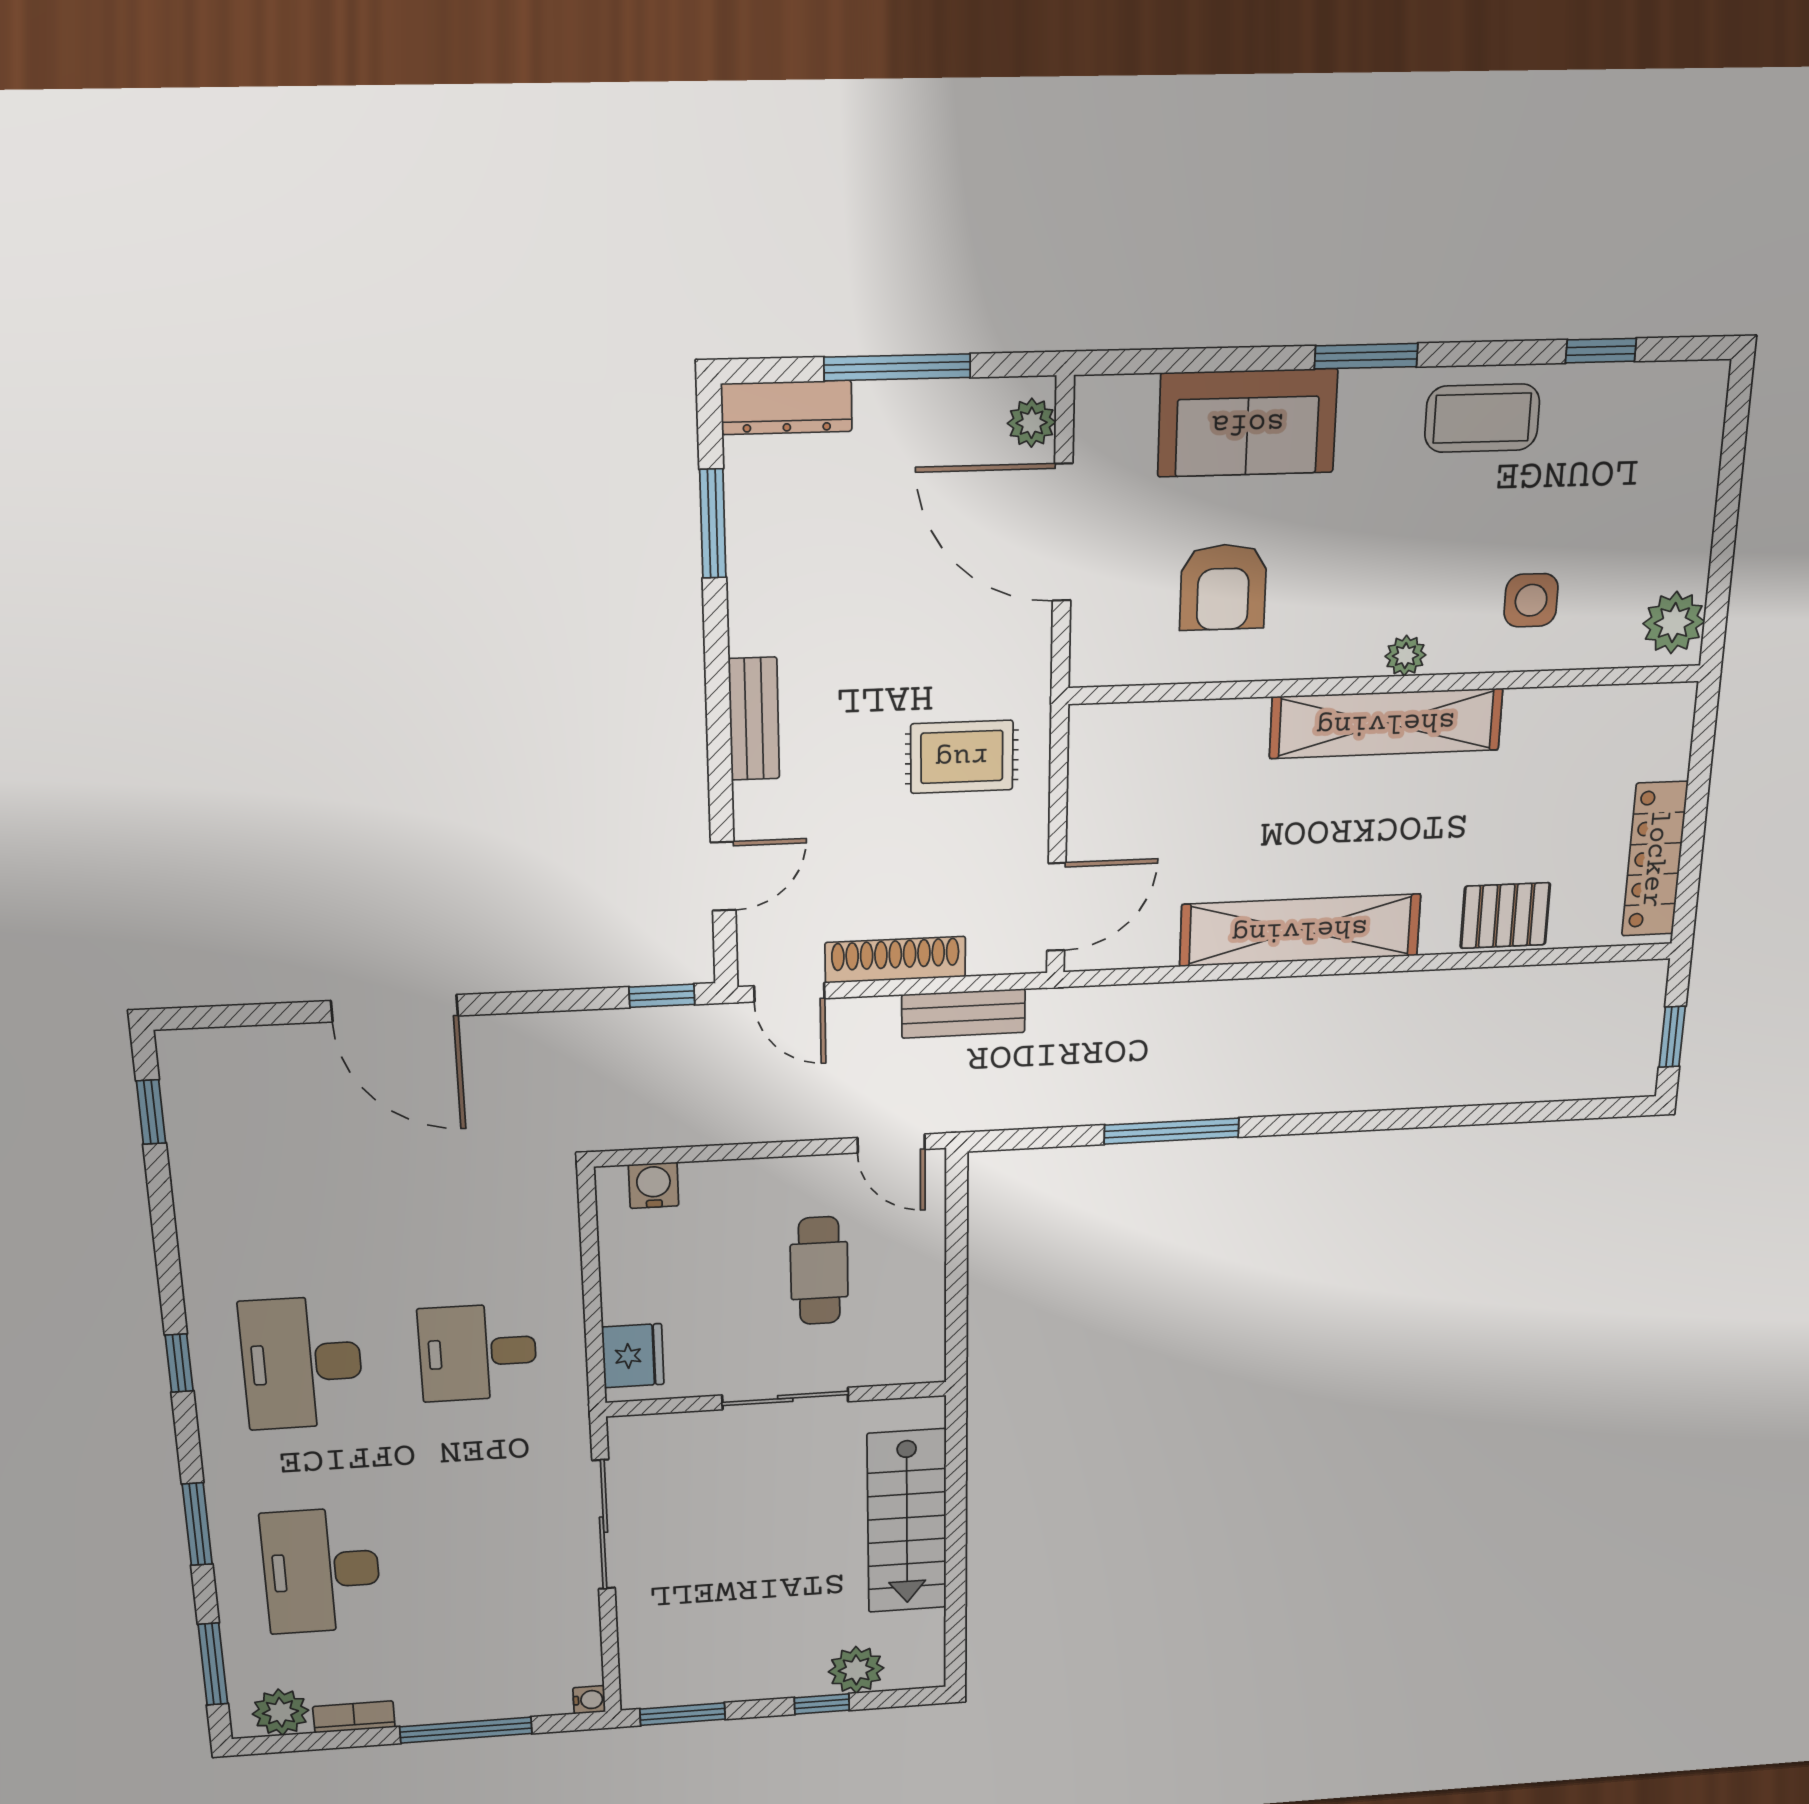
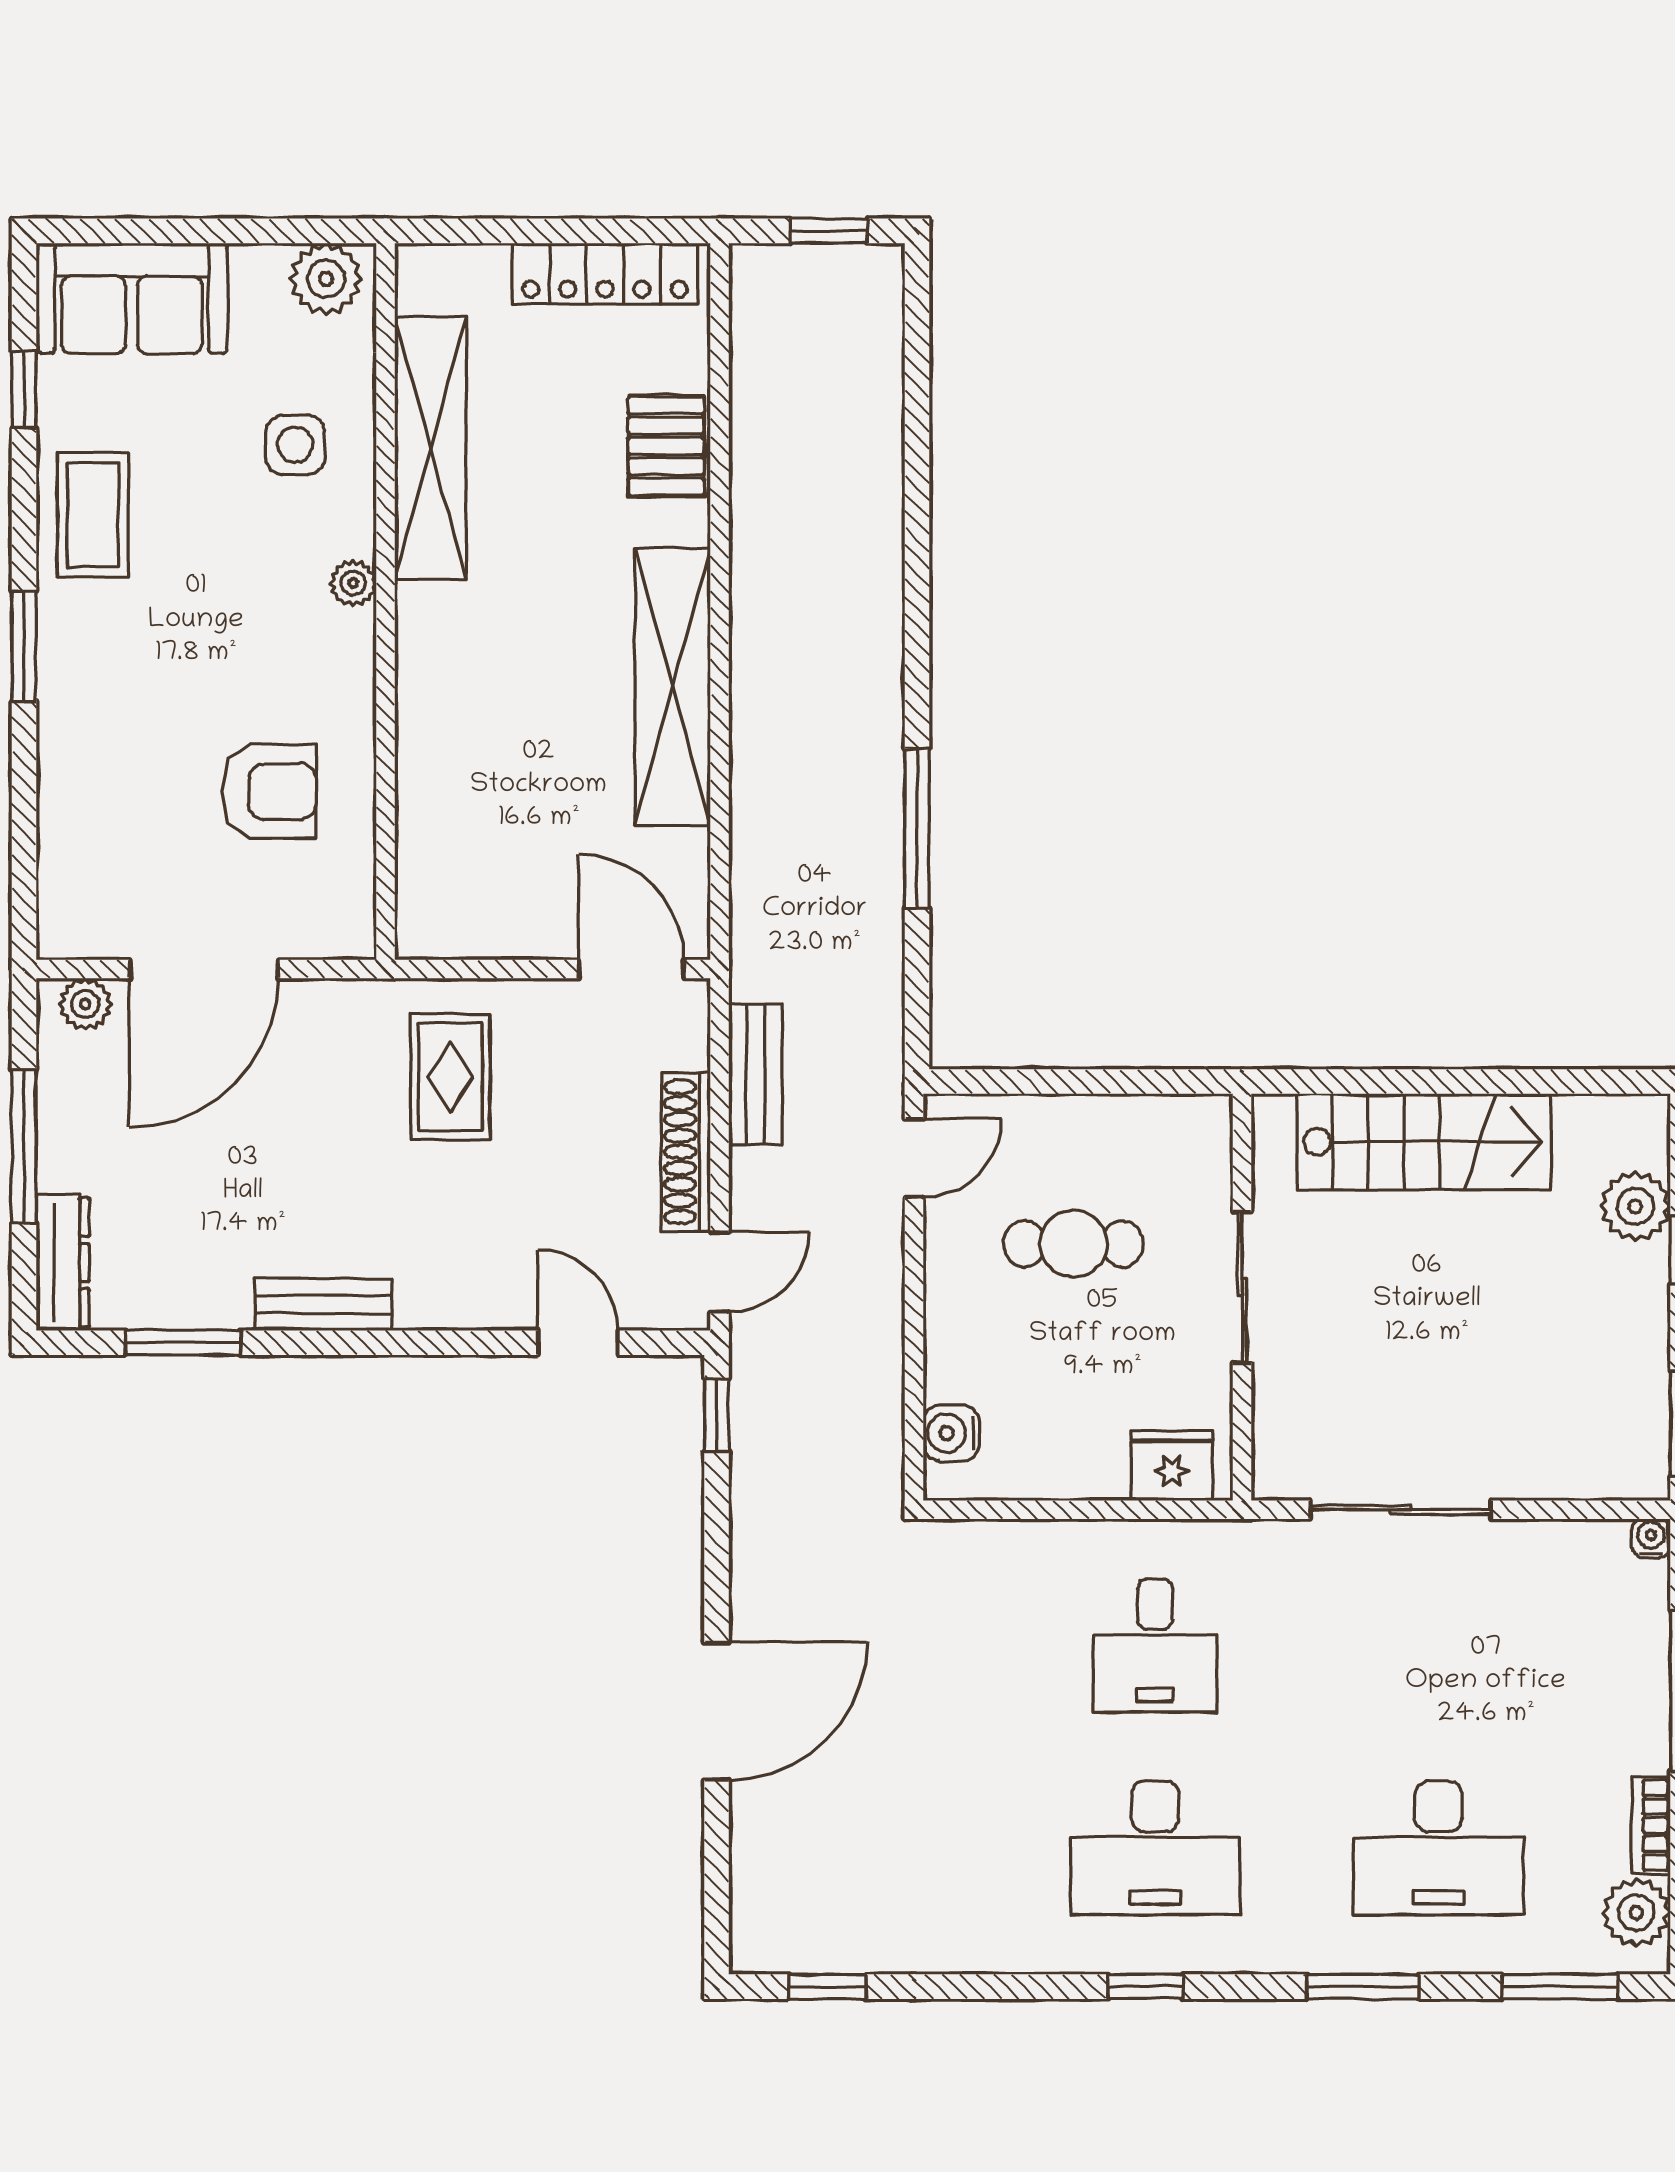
sofa: (1248, 423) -> (132, 298), moved, turned 90
bench: (754, 719) -> (323, 1304), moved
shelving: (1386, 723) -> (430, 448), moved

